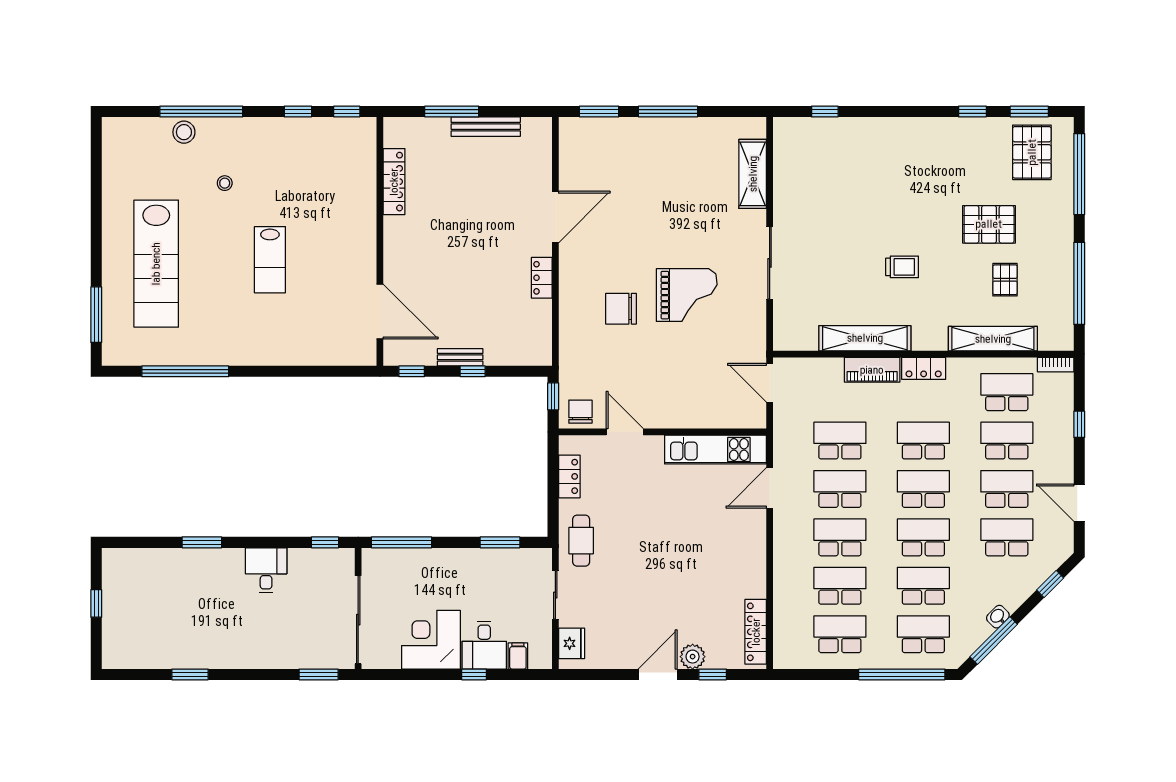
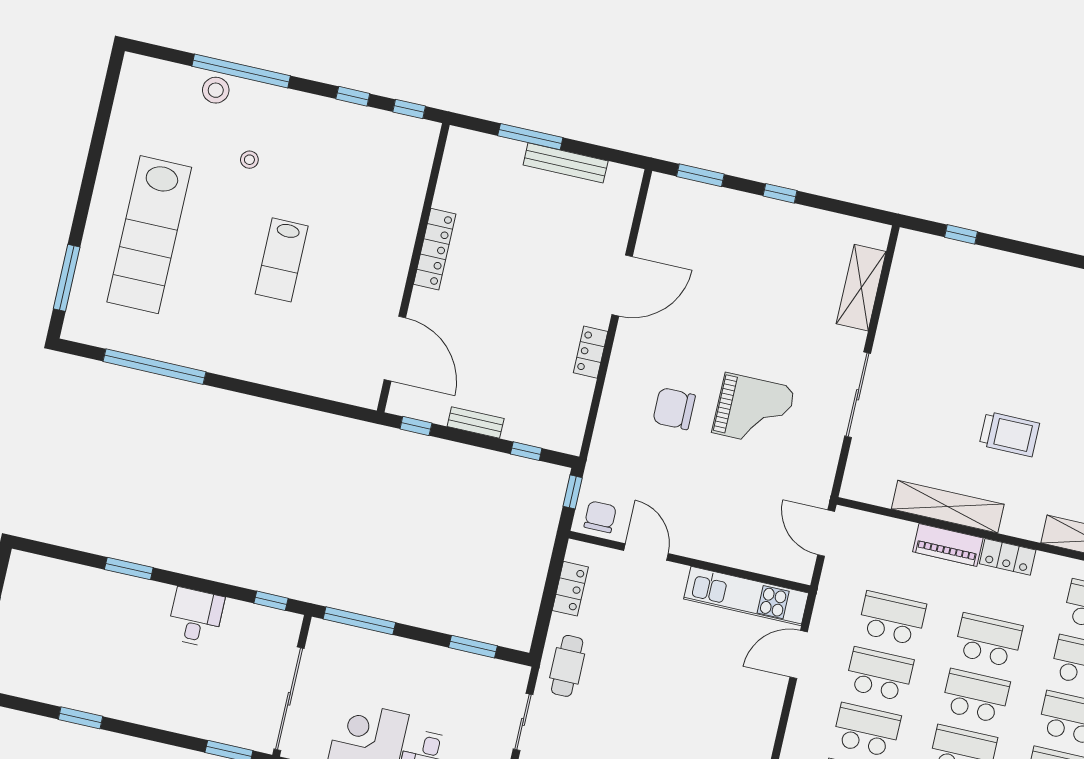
window: (668, 112) -> (780, 193), width x0.46
locker: (394, 182) -> (435, 249), moved
trolley: (902, 267) -> (1009, 434), width x1.36, depth x1.39
window: (473, 371) -> (526, 451), moved

